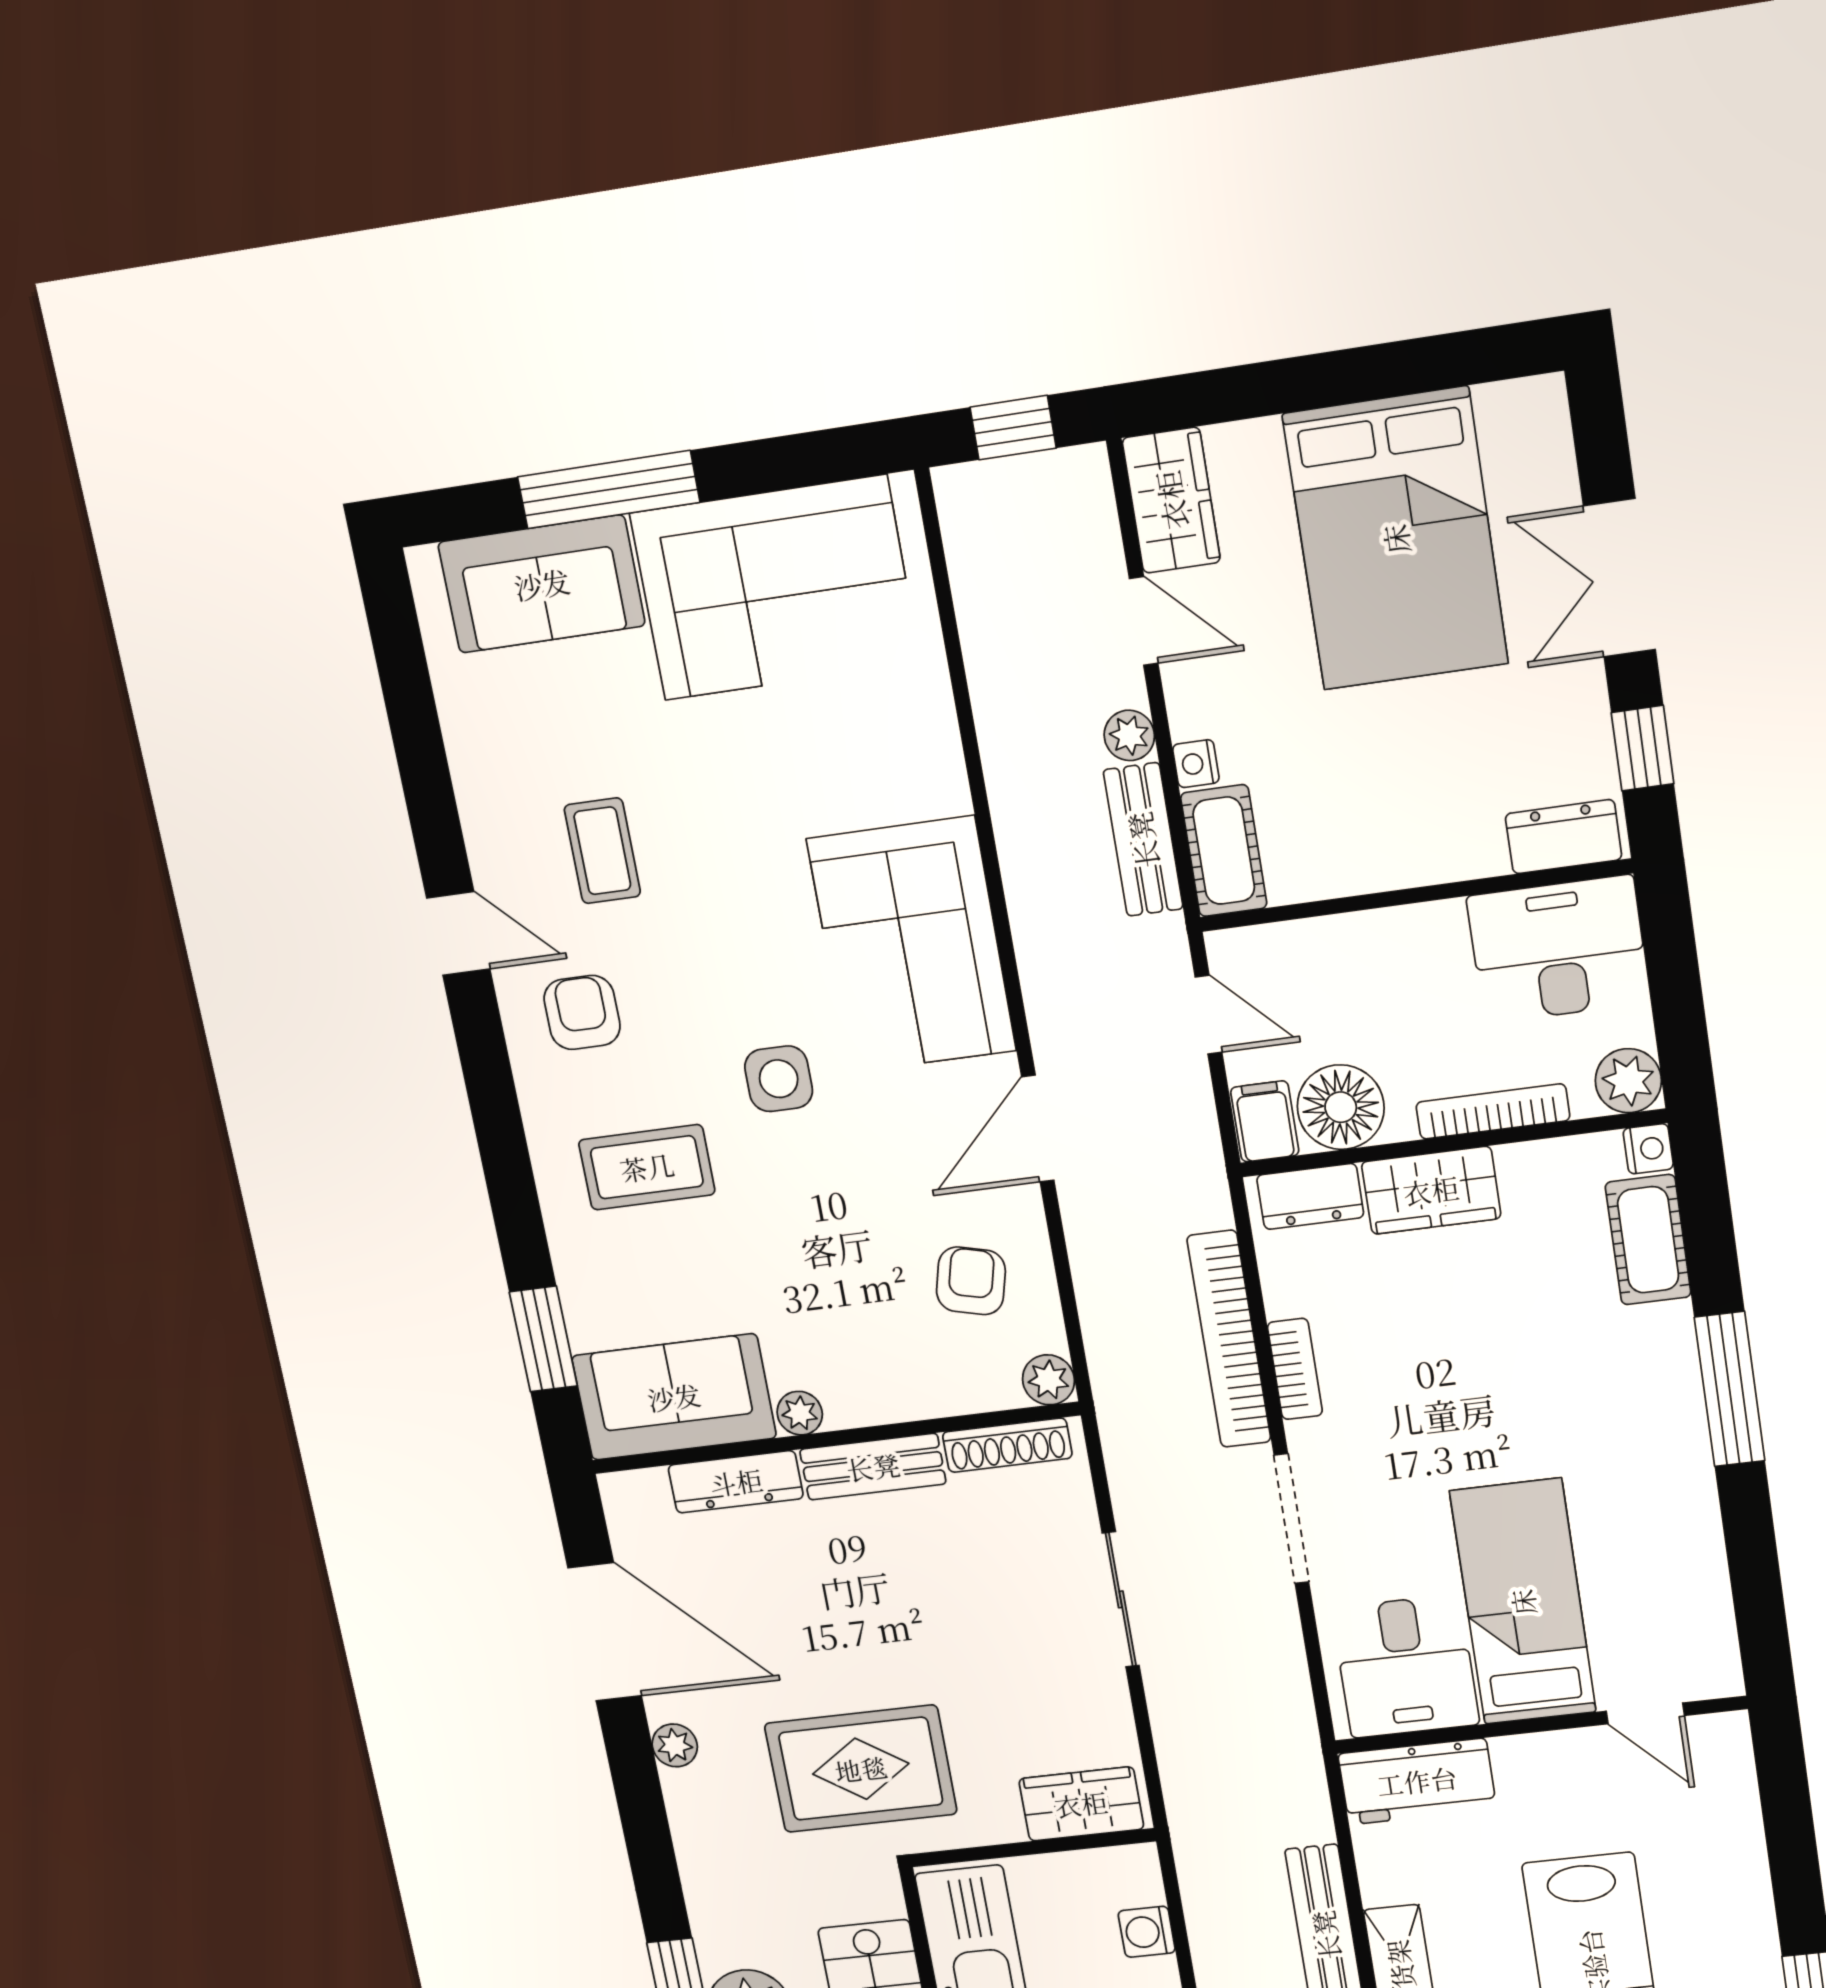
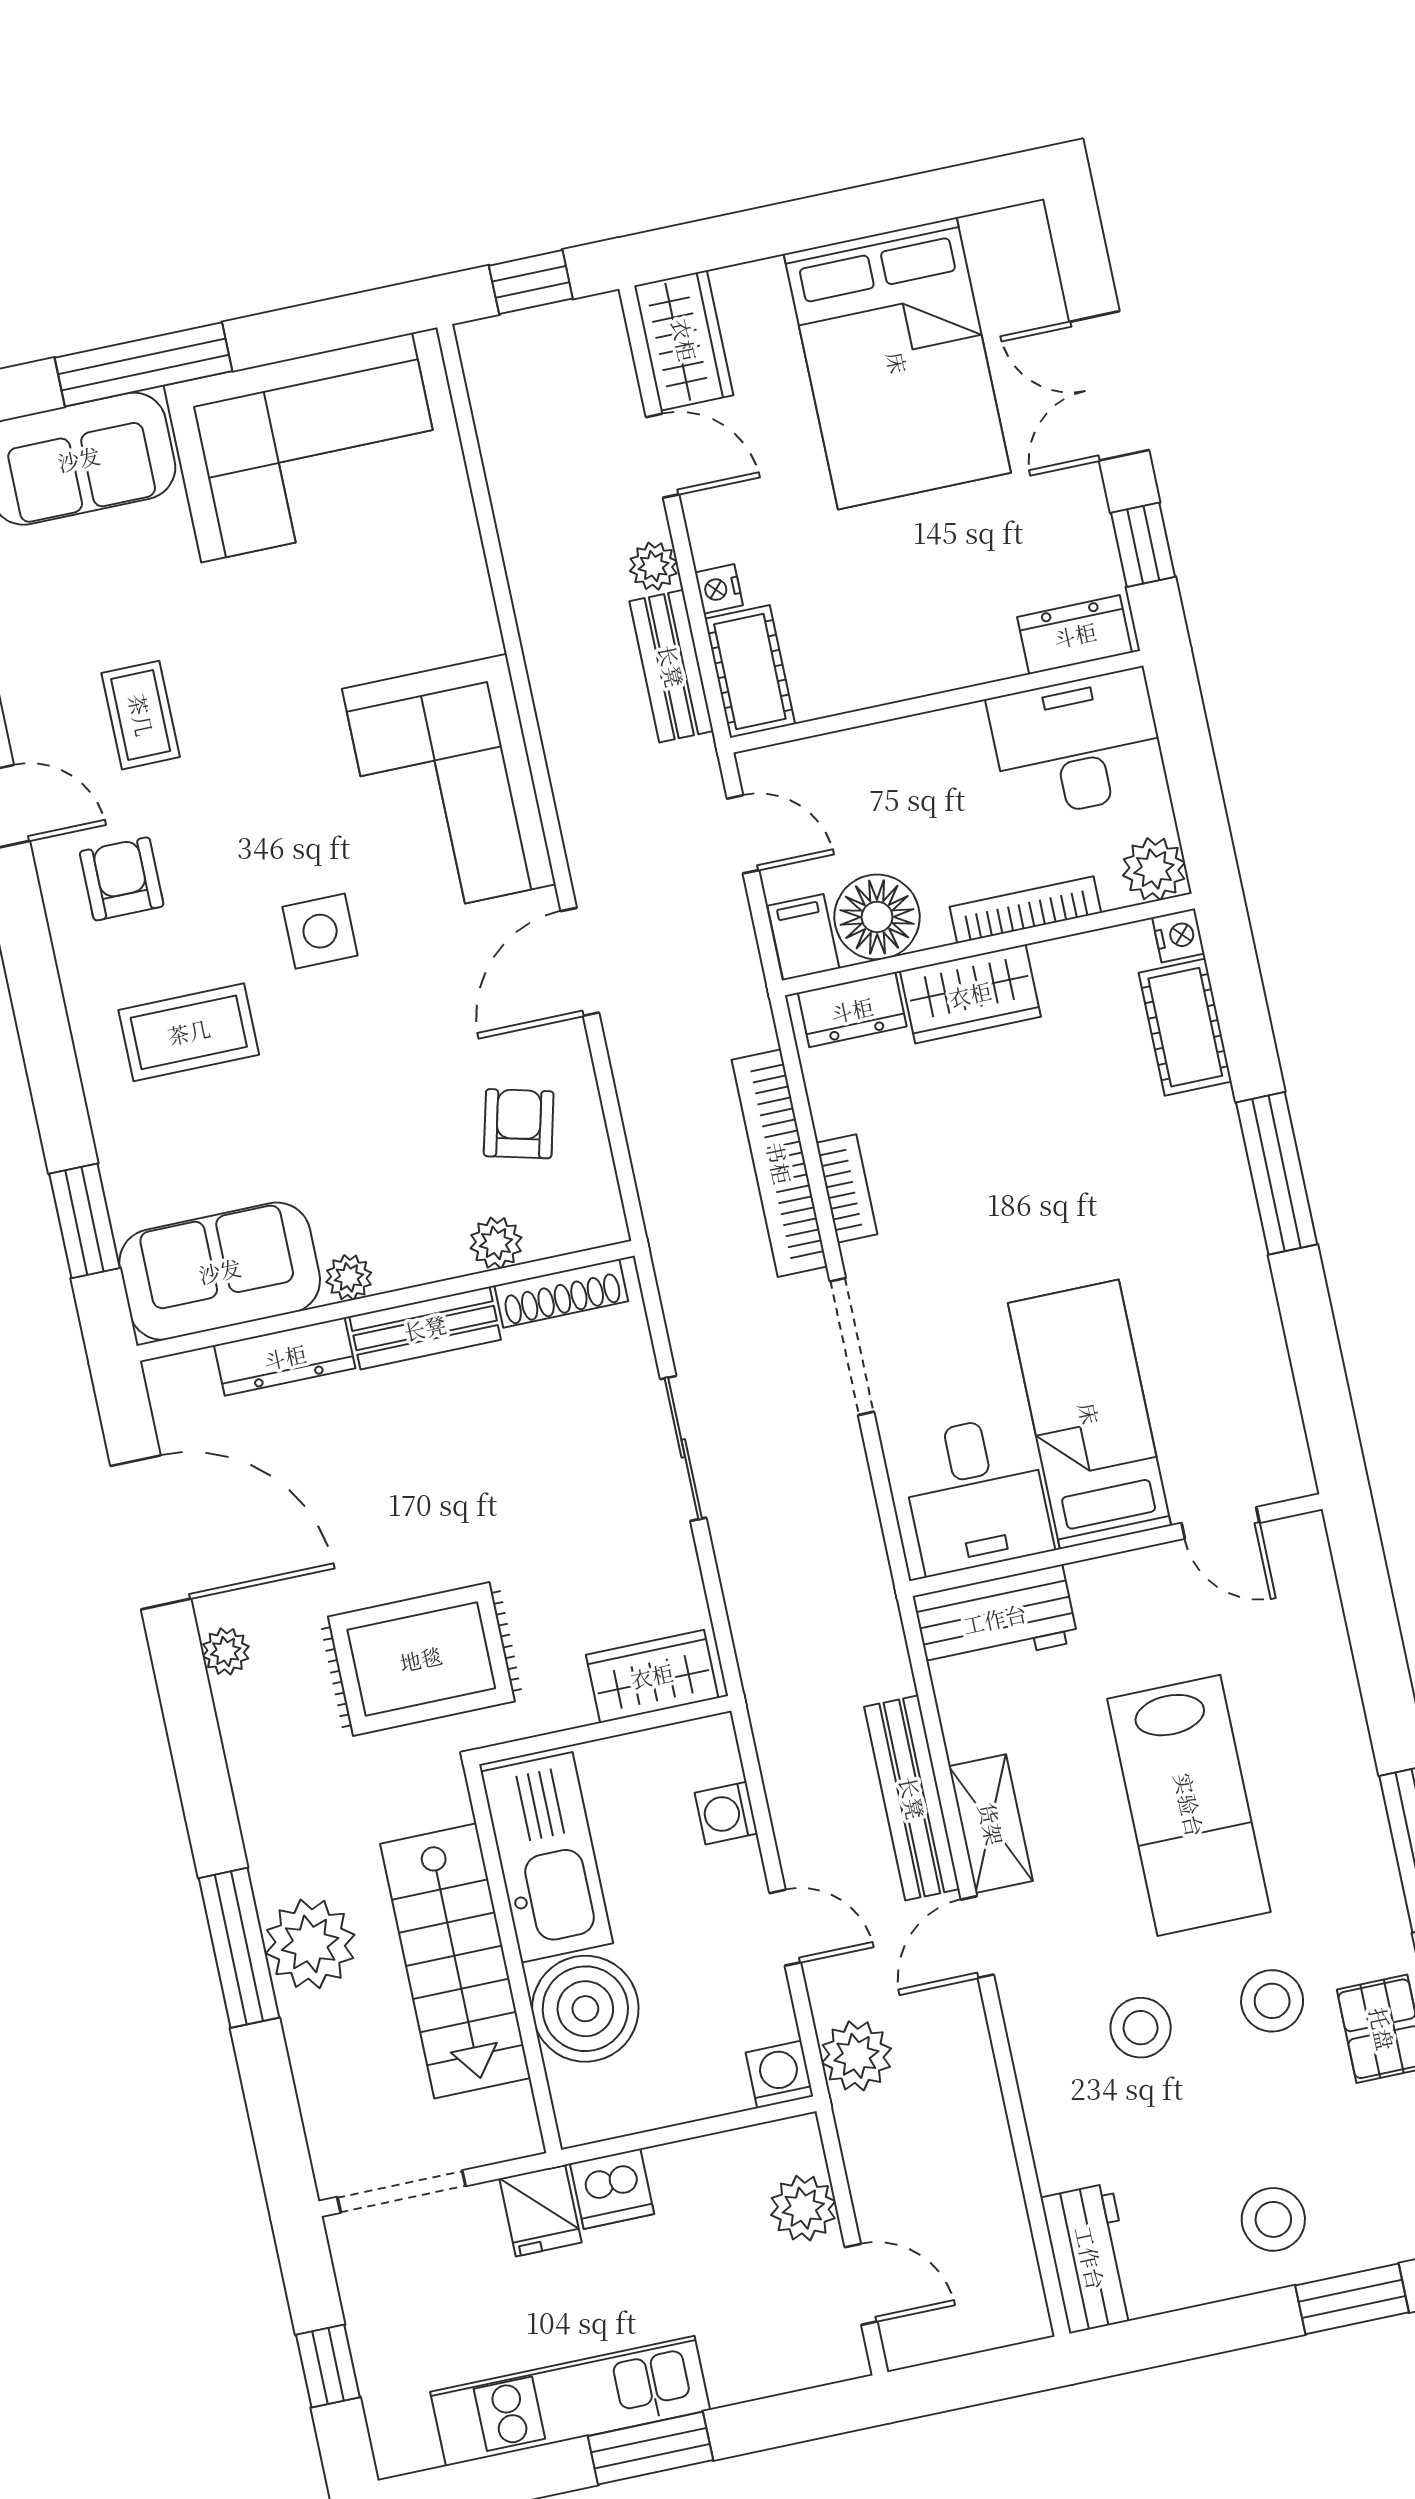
plant: (1048, 1380) -> (496, 1243), moved

